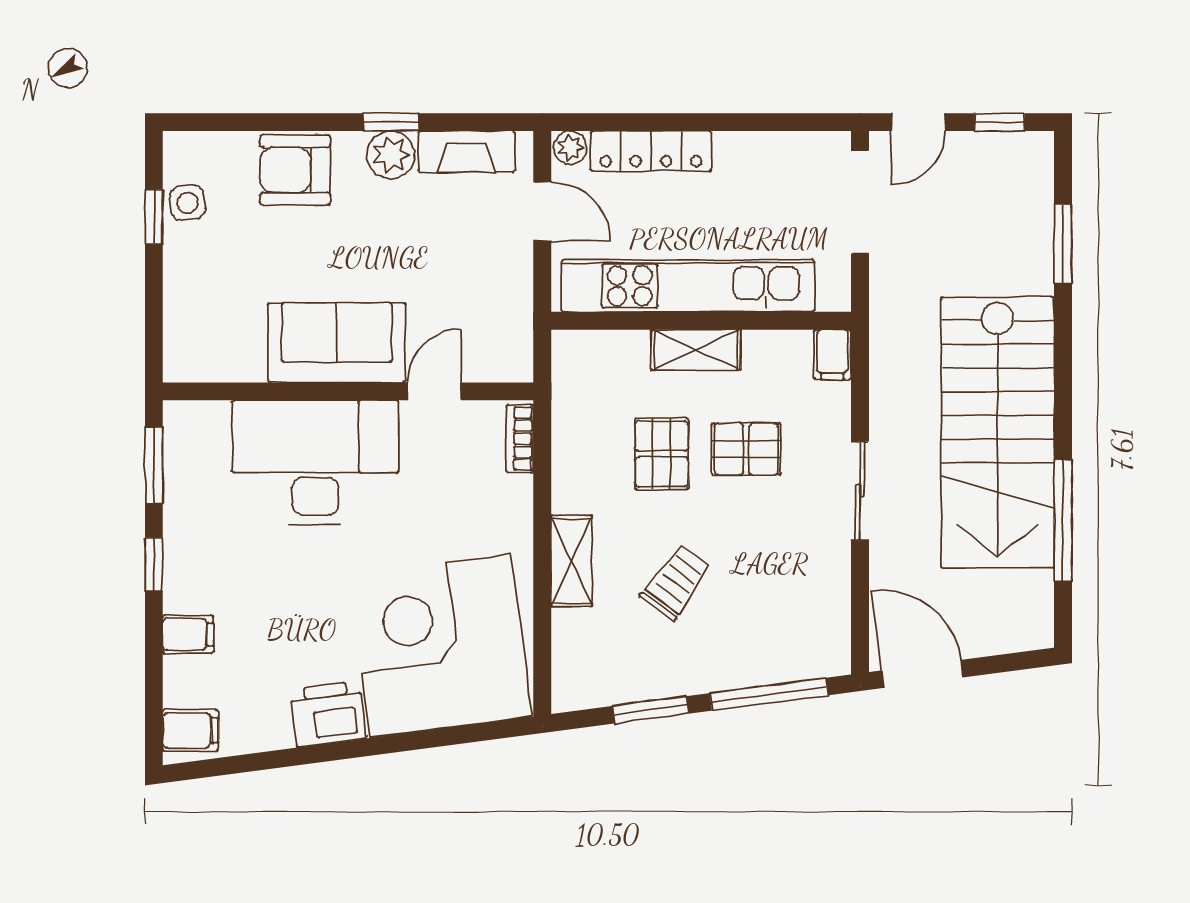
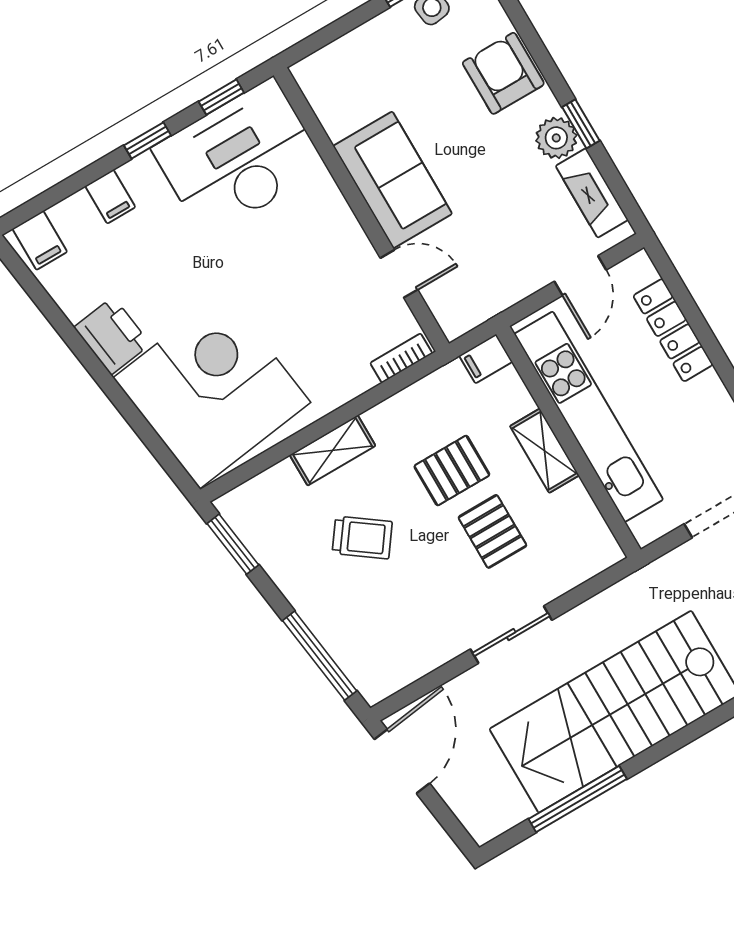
plant: (570, 148) -> (640, 269), removed
filing cabinet: (832, 355) -> (486, 359), moved
desk: (315, 463) -> (239, 158), moved, turned -90
window: (154, 465) -> (221, 97), width x0.67
window: (651, 710) -> (233, 544), moved

